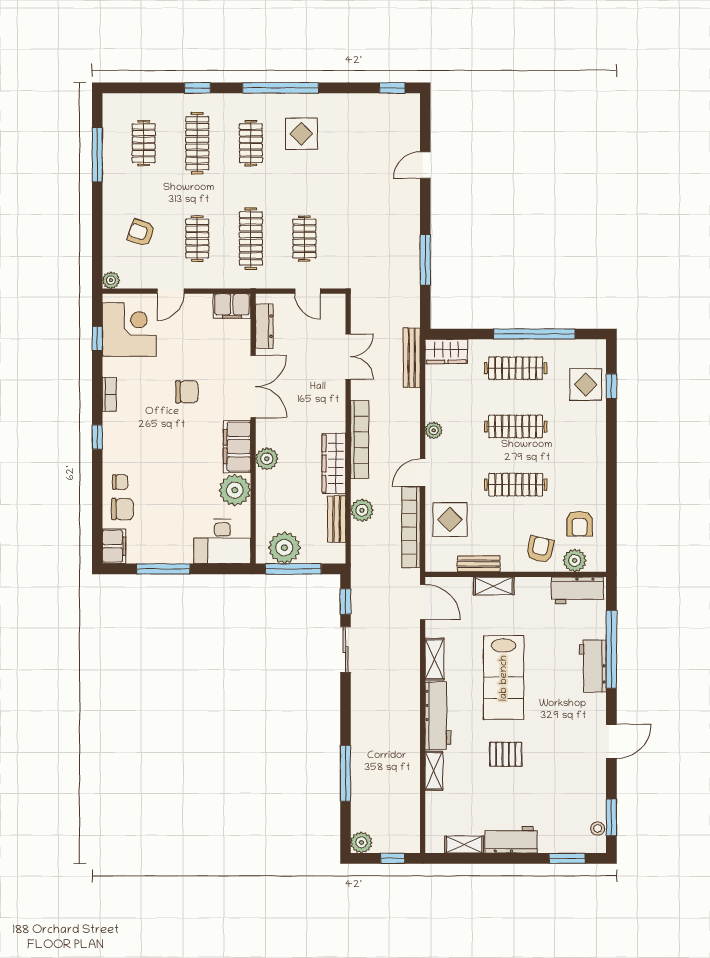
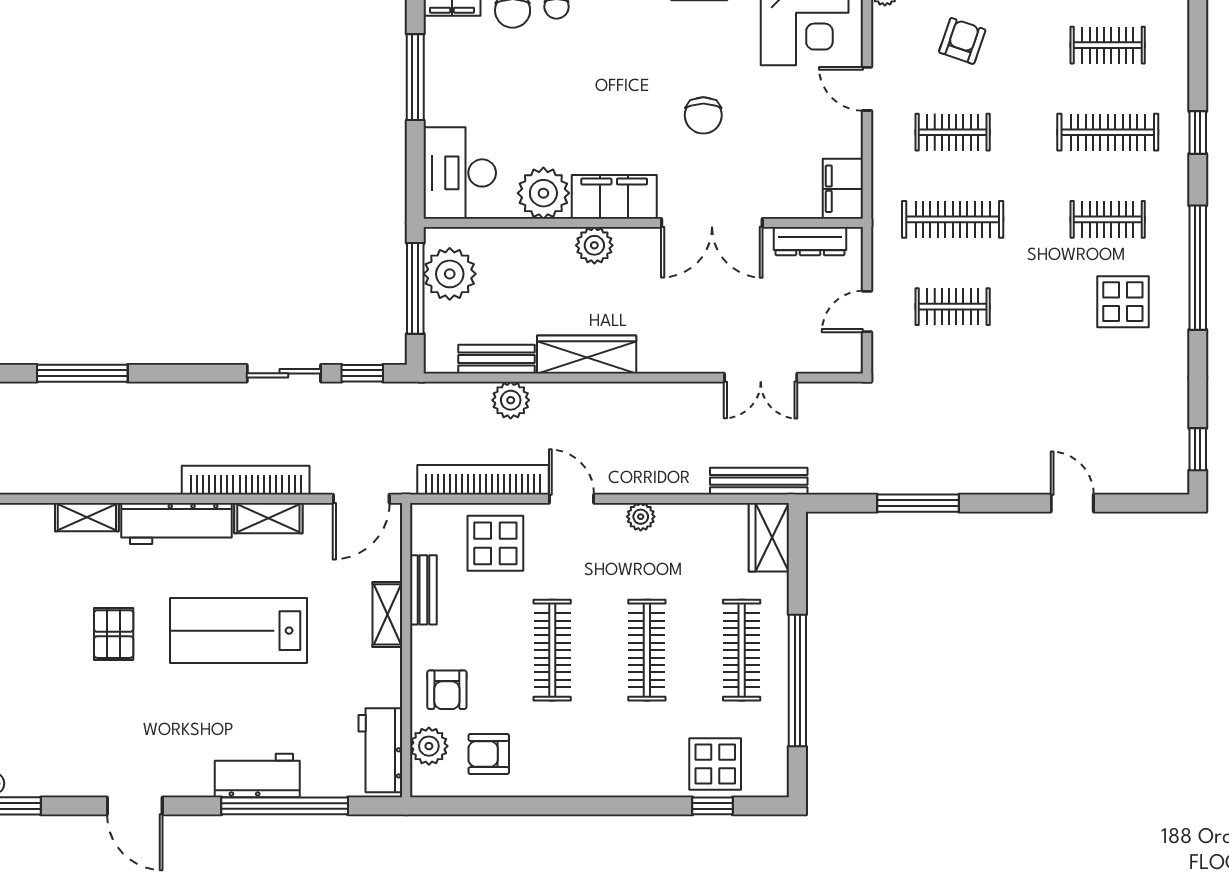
bookcase: (360, 440) -> (246, 480), moved, turned 180
armchair: (540, 549) -> (447, 690), turned 77

